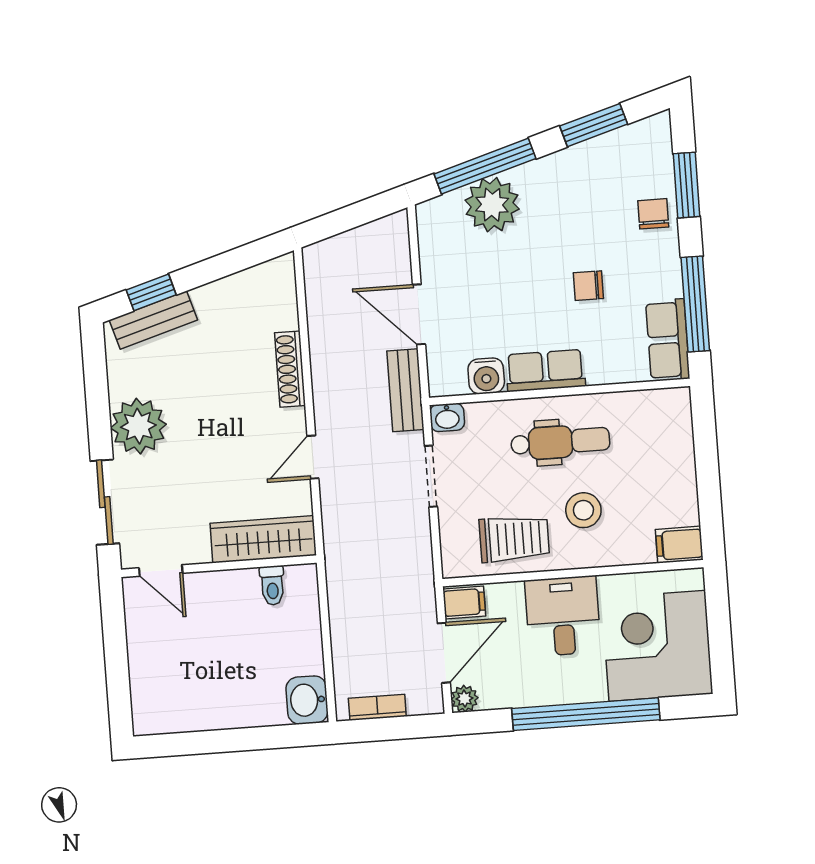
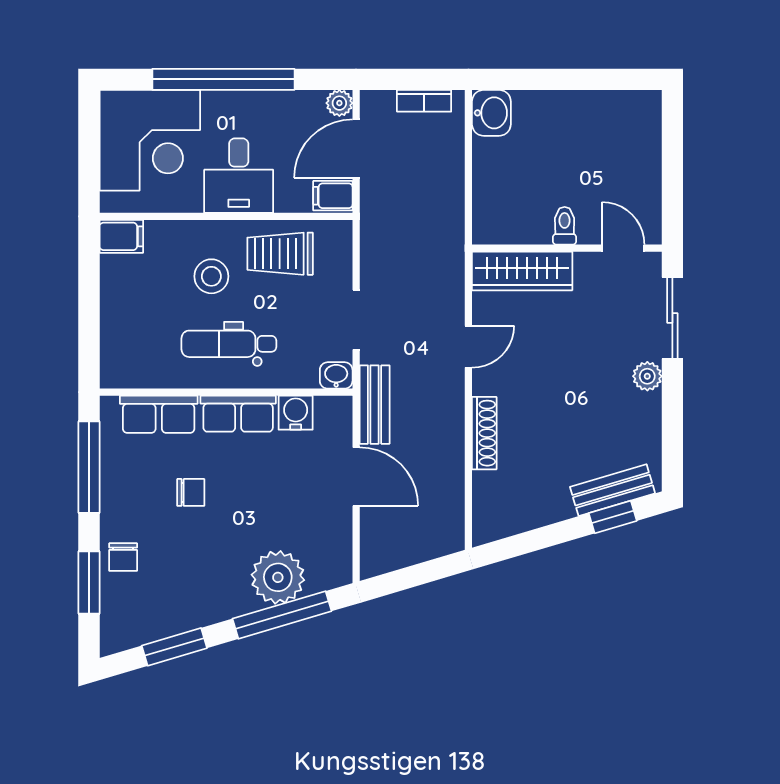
row of seats: (668, 340) -> (159, 414), moved, turned 90
plant: (138, 426) -> (647, 376), width x0.53, depth x0.53
toilet: (272, 585) -> (565, 226), moved

